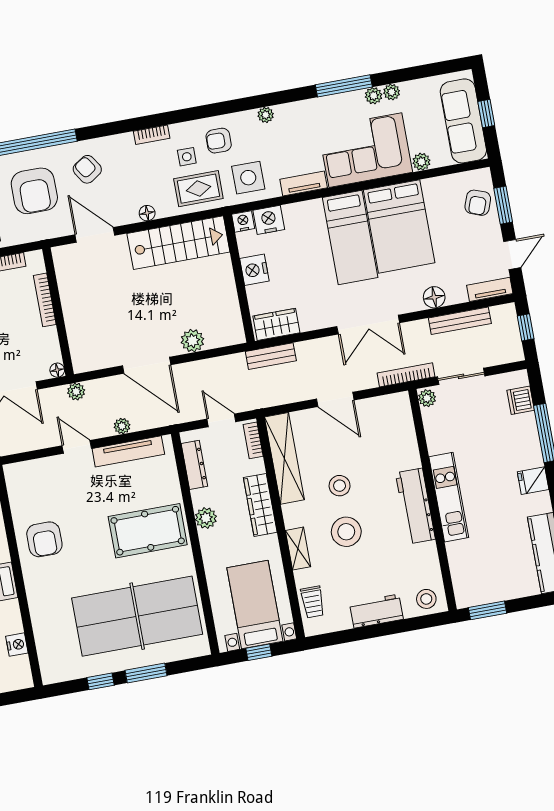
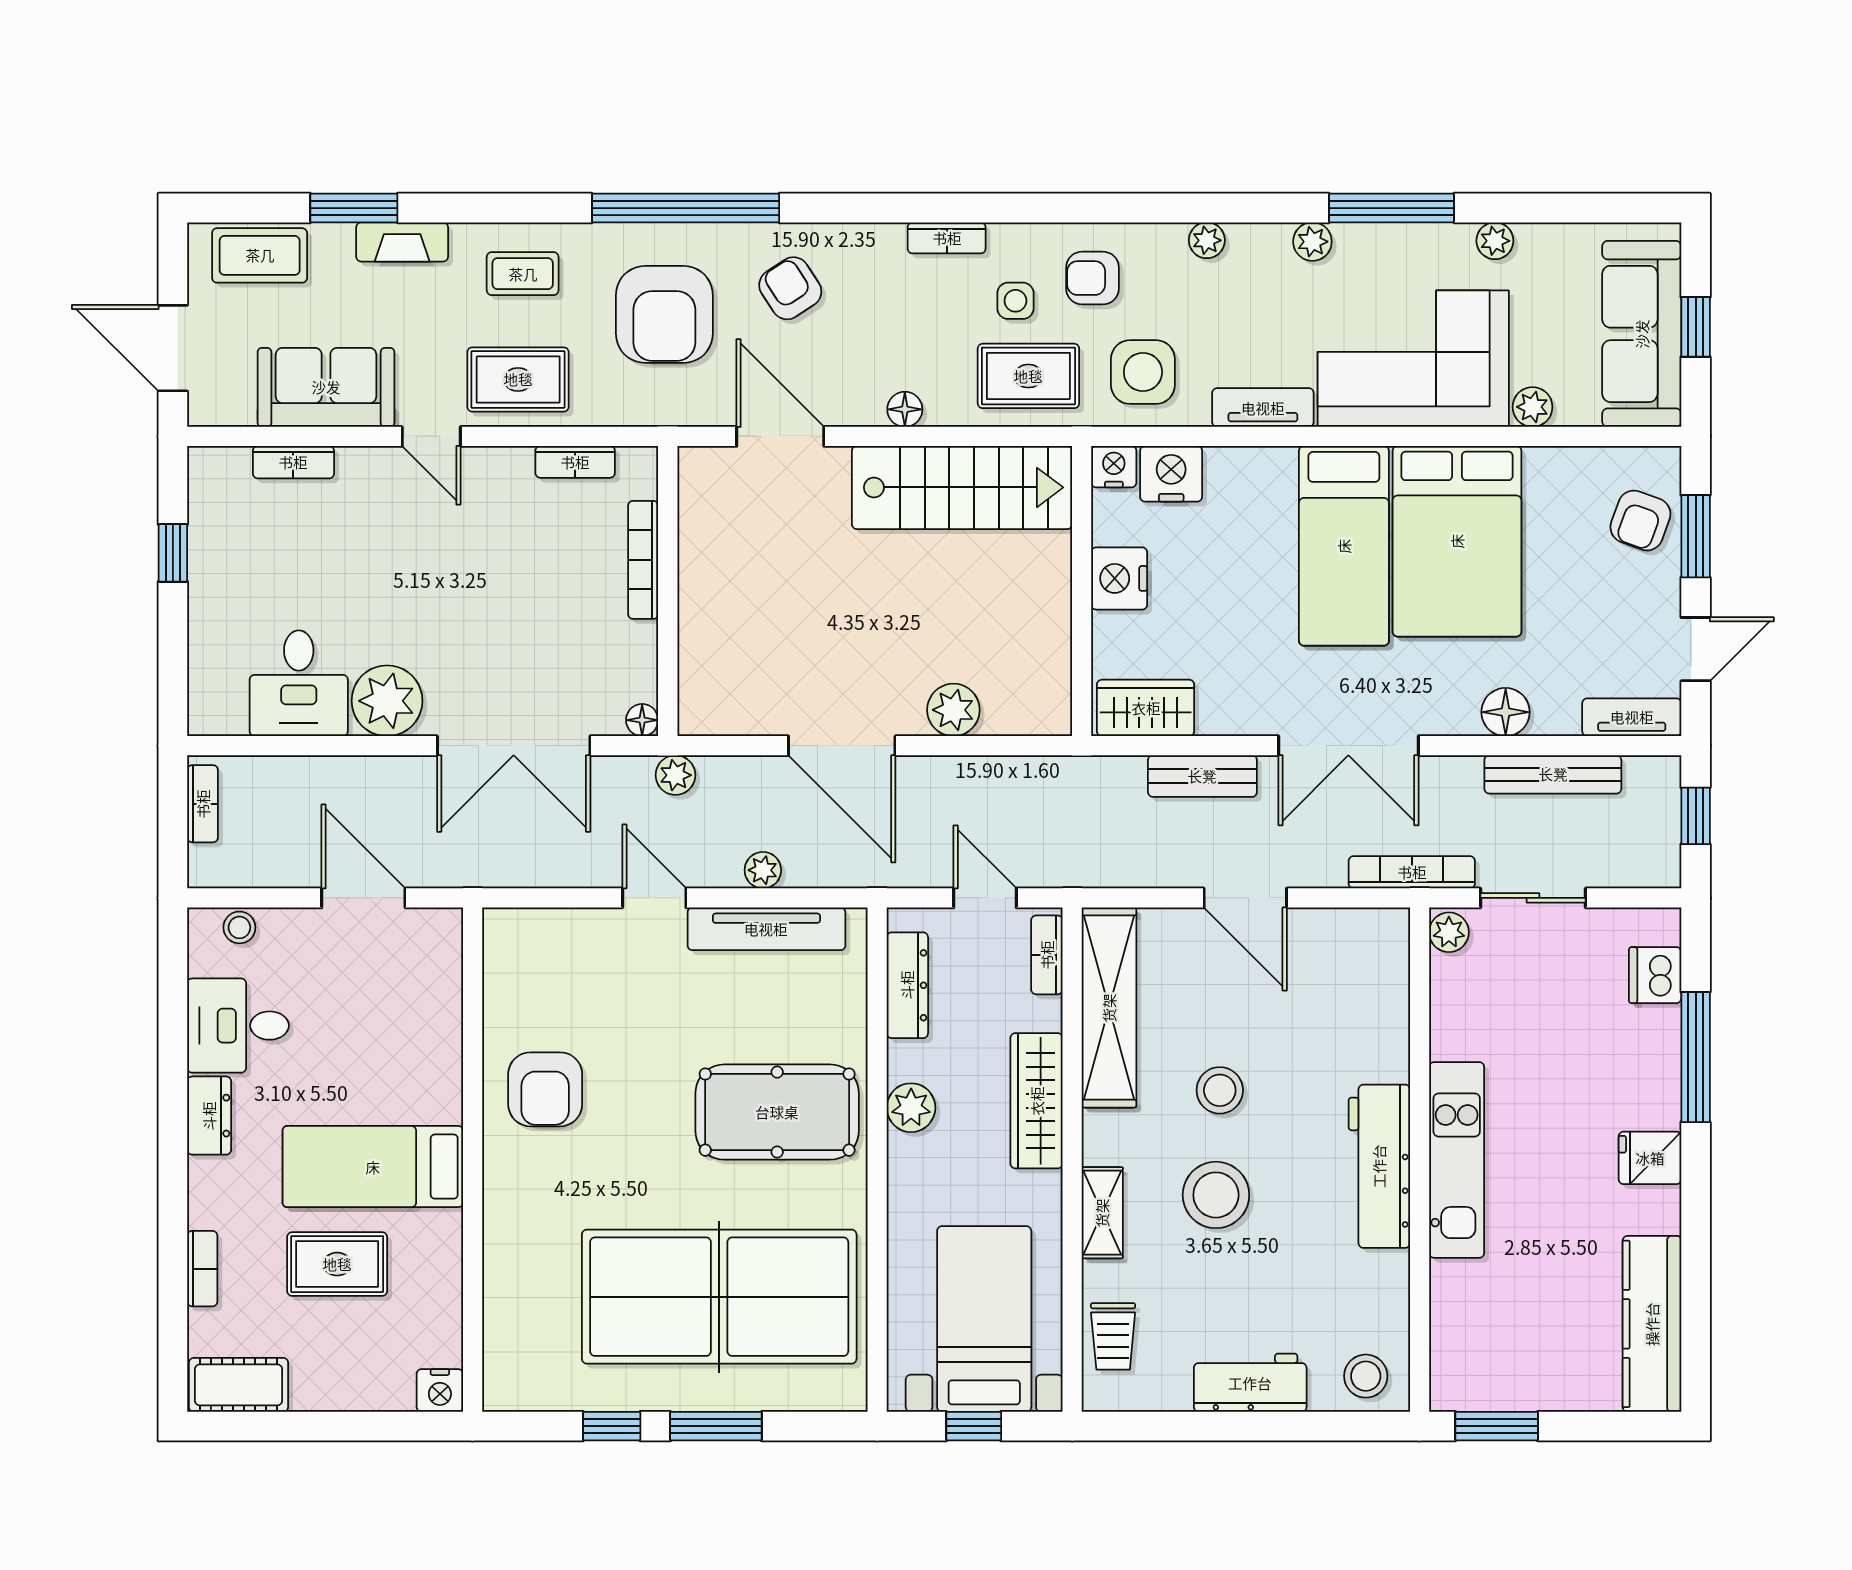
plant: (374, 96) -> (1312, 242), moved
bench: (271, 356) -> (1202, 776), moved
nightstand: (17, 645) -> (440, 1390), moved, turned 90

